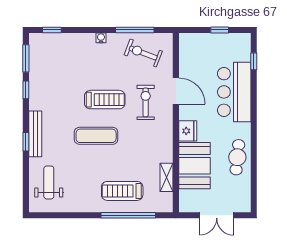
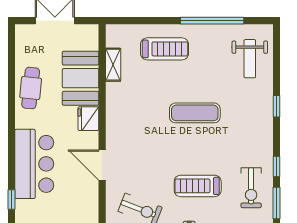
treadmill: (105, 100) -> (198, 186), moved
exercise bike: (146, 102) -> (251, 188), moved
bench: (35, 134) -> (266, 115), removed
window: (128, 215) -> (212, 21), moved

